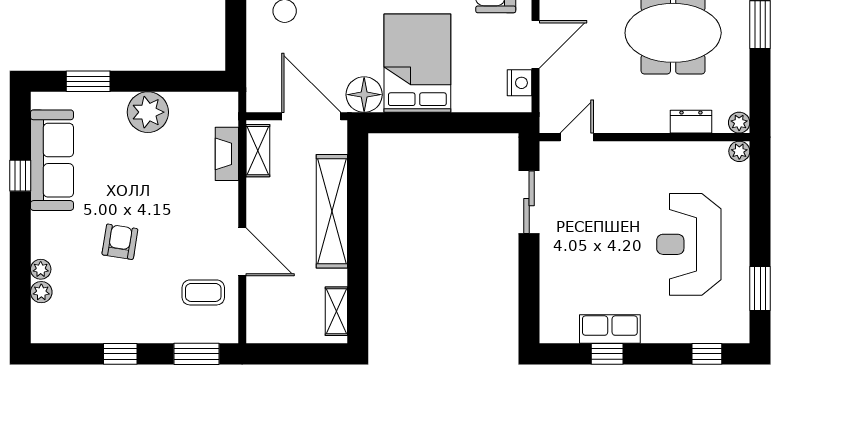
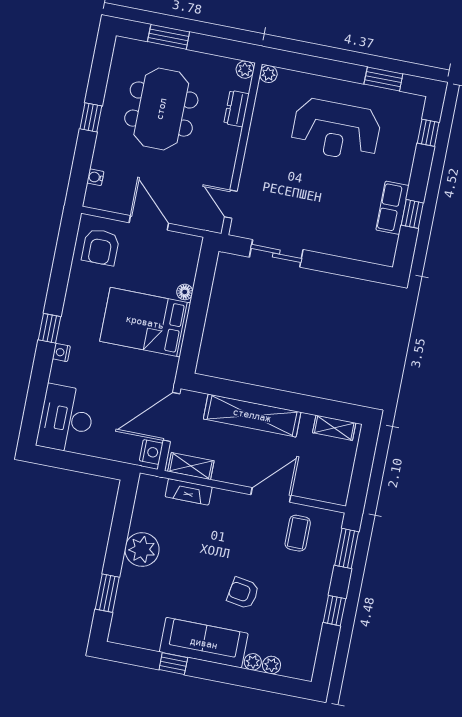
nightstand: (520, 83) -> (151, 452), moved, turned 90
floor lamp: (364, 95) -> (185, 292), moved, width x0.53, depth x0.53
sofa: (52, 160) -> (204, 643), moved

